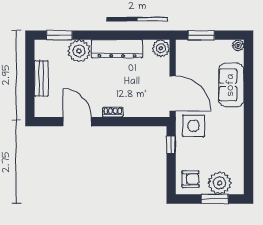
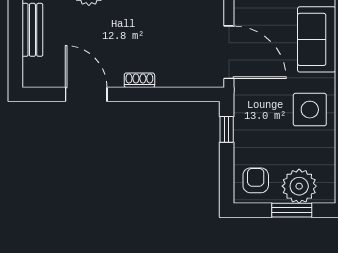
side table: (193, 126) -> (310, 110), moved
armchair: (191, 179) -> (256, 180), turned -90

